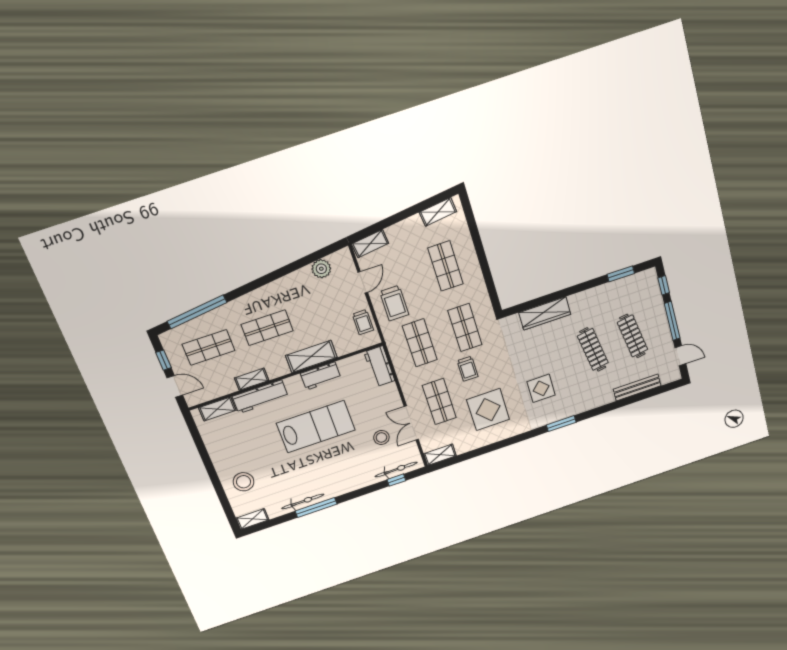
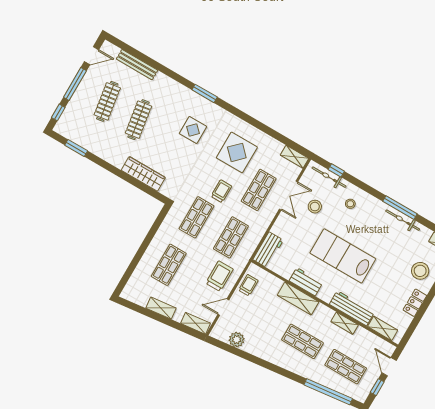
shelving: (438, 212) -> (161, 308), moved
door: (680, 356) -> (92, 56), swing flipped
locker: (217, 455) -> (415, 303), added
stool: (357, 469) -> (350, 204), added

